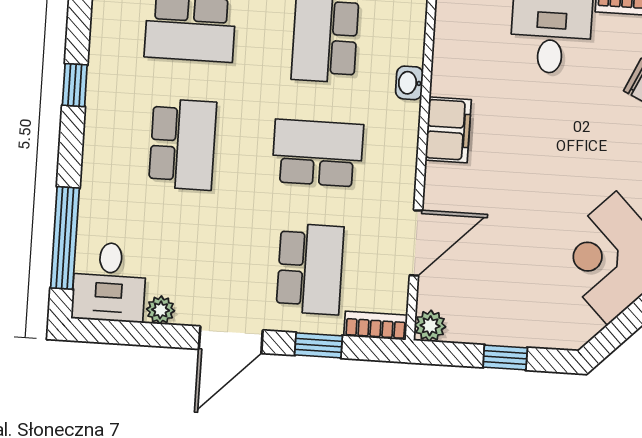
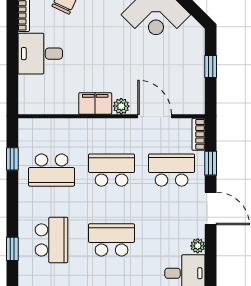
washbasin: (409, 83) -> (72, 125), removed
school desk: (318, 153) -> (112, 170), turned 90
plant: (430, 326) -> (121, 106), moved

